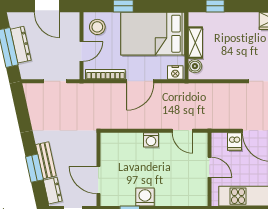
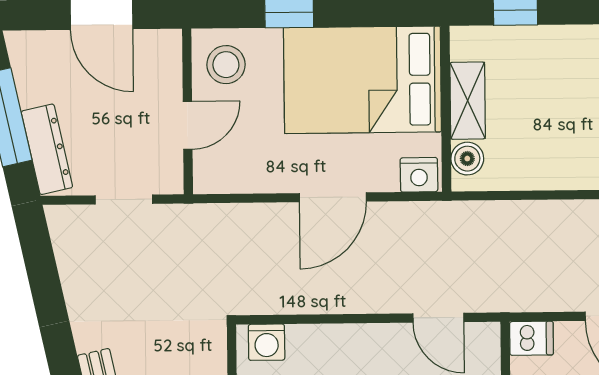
dresser: (21, 45) -> (47, 149), moved
bookcase: (105, 74) -> (247, 181), removed
washing machine: (151, 140) -> (267, 342), moved
dishwasher: (234, 141) -> (532, 338), moved, turned -90

